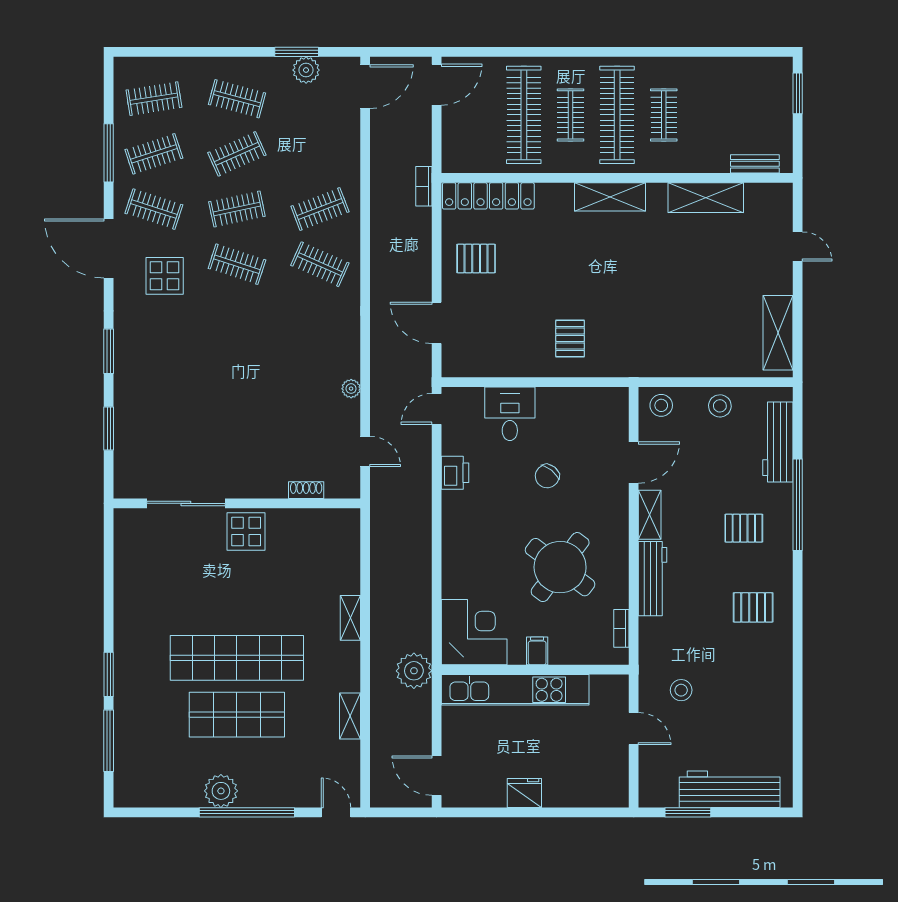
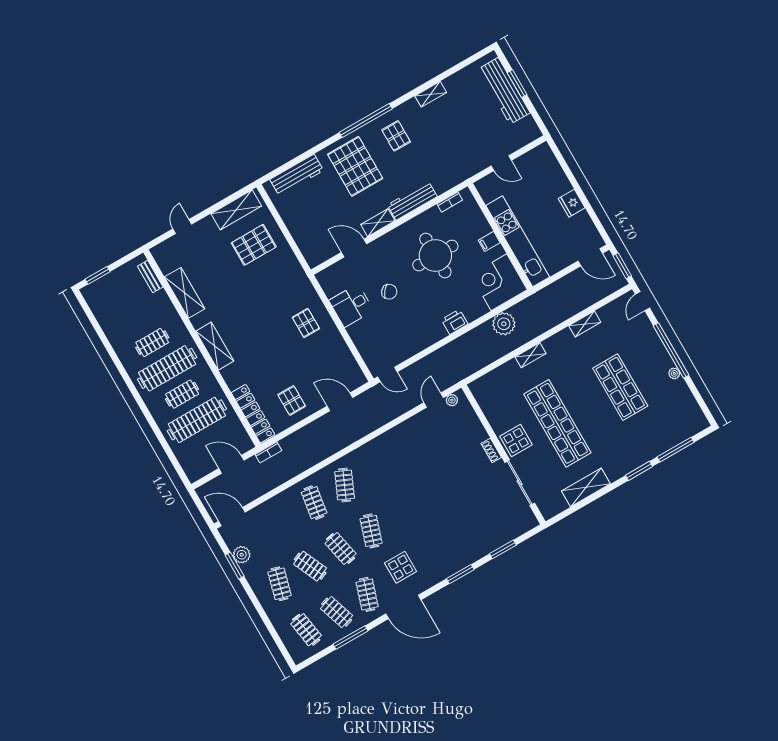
door: (437, 85) -> (231, 464), moved
clothes rail: (320, 209) -> (314, 503), turned 30
door: (109, 248) -> (403, 607), hinge flipped
door: (437, 323) -> (340, 402), swing flipped
pallet: (717, 329) -> (254, 245), added
pallet: (570, 339) -> (306, 323), turned 90
plant: (351, 389) -> (452, 400), moved
stool: (661, 405) -> (314, 251), removed
stool: (720, 406) -> (295, 219), removed
desk: (510, 414) -> (351, 306), moved
printer: (455, 473) -> (455, 322), moved
shoe rack: (306, 490) -> (491, 450), moved
window: (798, 505) -> (366, 120), moved
pallet: (744, 528) -> (355, 166), width x2.05, depth x2.00
round table: (560, 567) -> (435, 256), turned -37
shelving: (128, 590) -> (586, 487), added
shop shelf: (237, 658) -> (557, 423), moved
plant: (414, 671) -> (504, 324), moved
shelving: (783, 687) -> (431, 94), added
stool: (681, 690) -> (465, 149), removed
door: (634, 729) -> (501, 163), swing flipped
door: (437, 776) -> (590, 257), hinge flipped
plant: (221, 791) -> (674, 373), width x0.53, depth x0.53
window: (400, 812) -> (622, 266), added
window: (688, 812) -> (517, 84), moved

